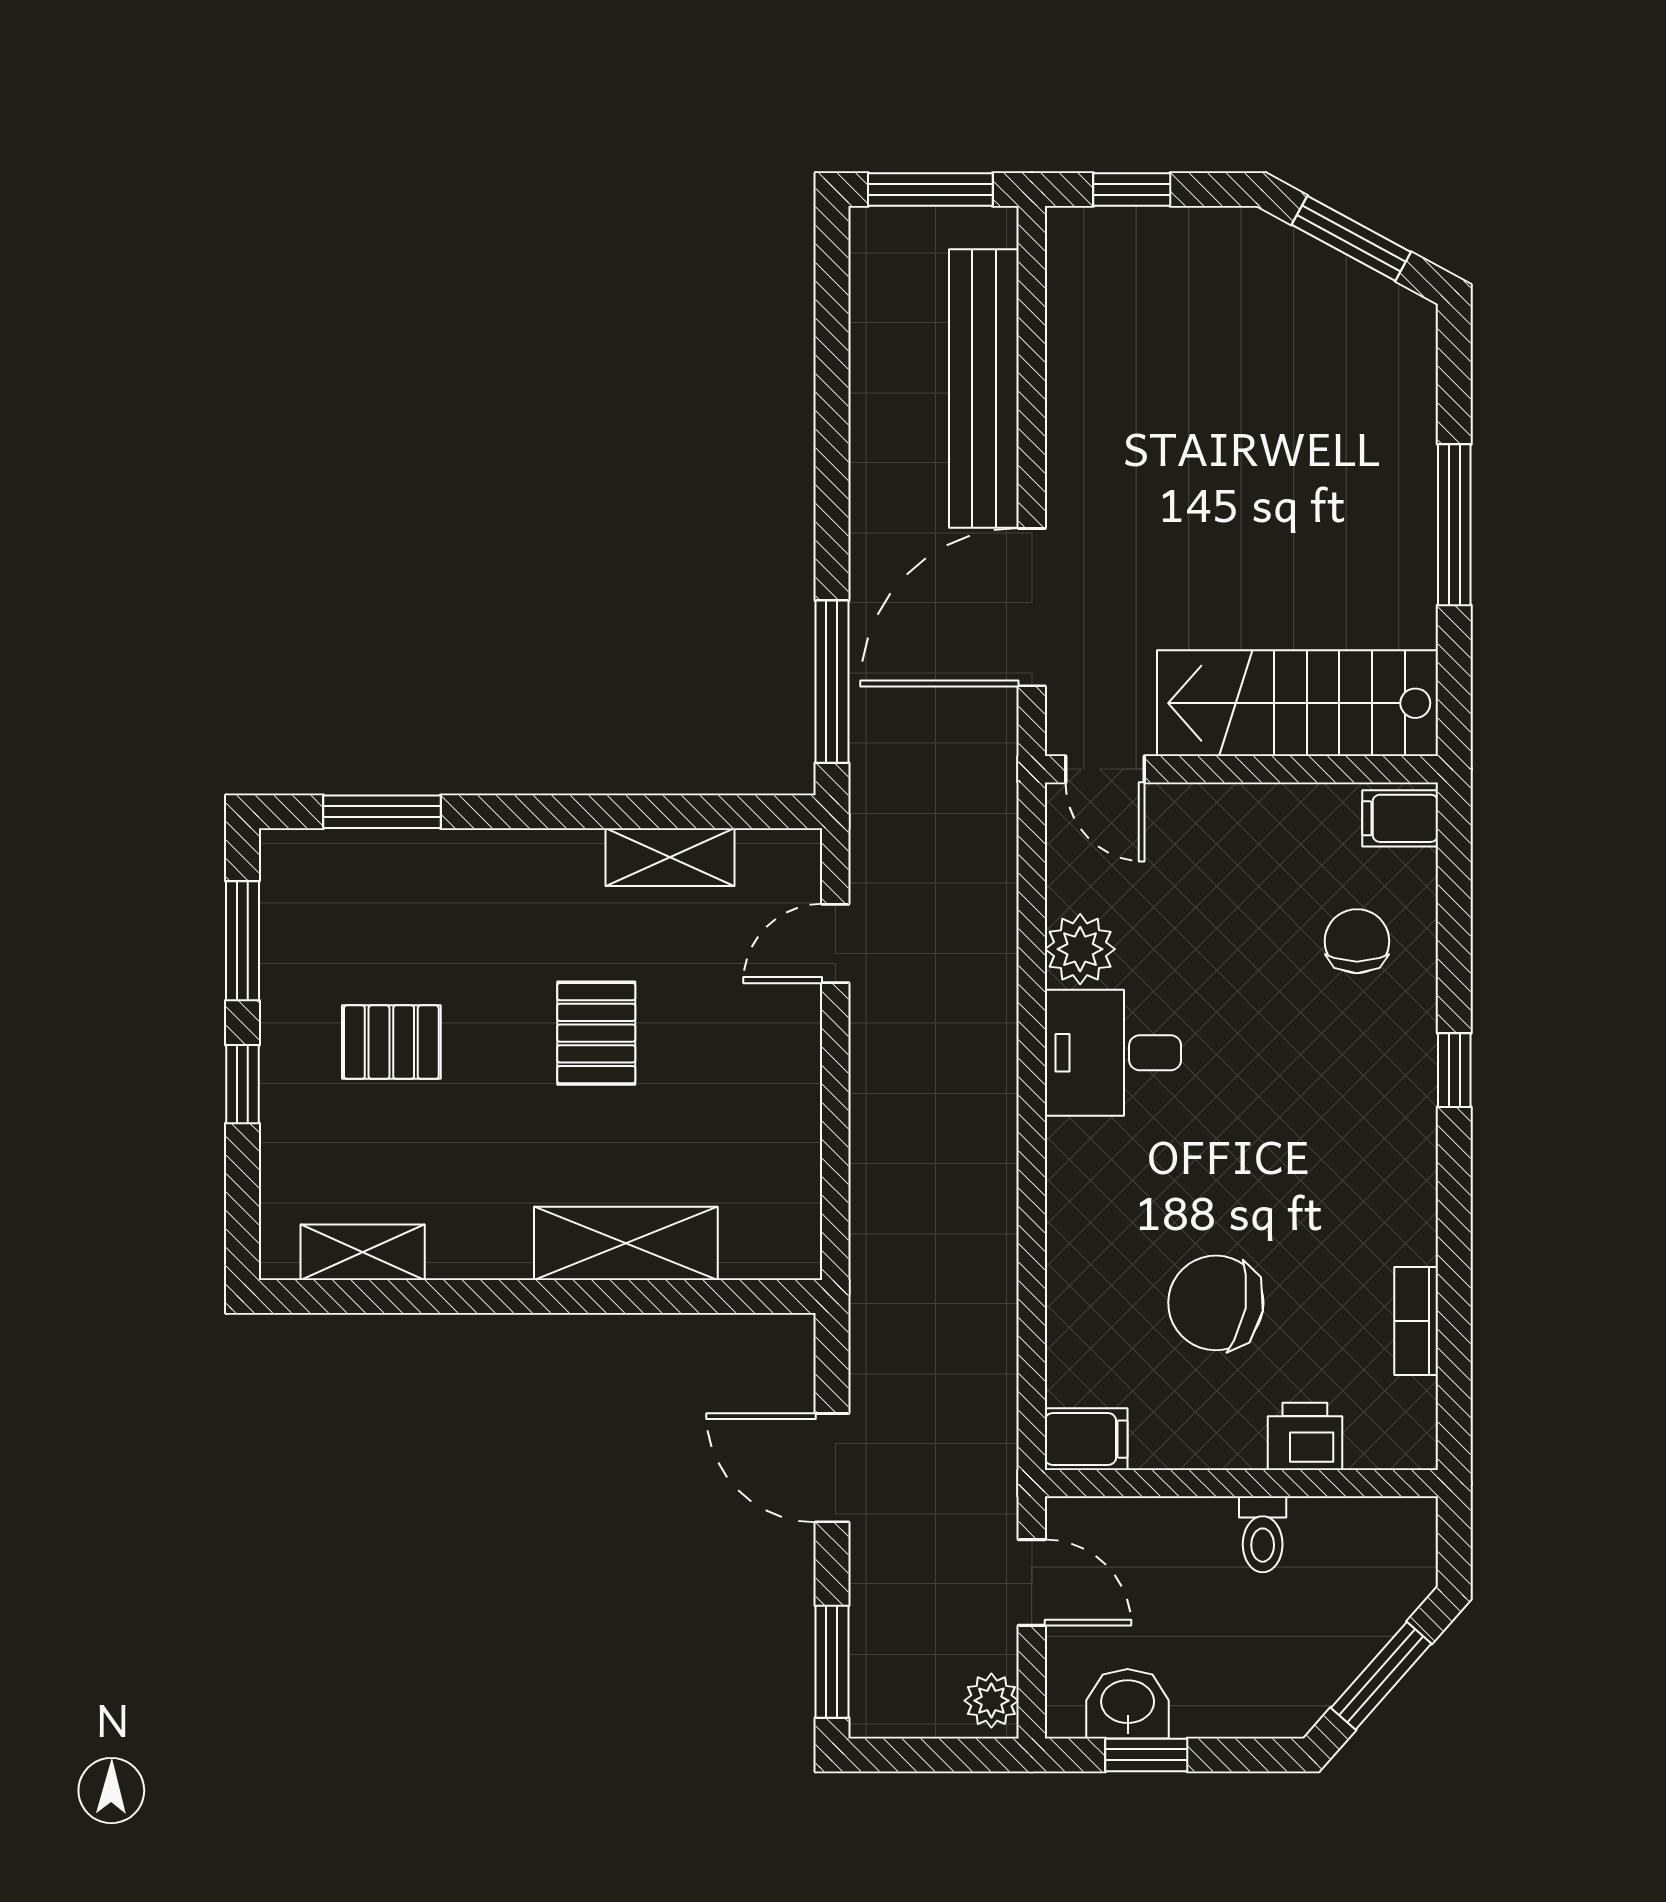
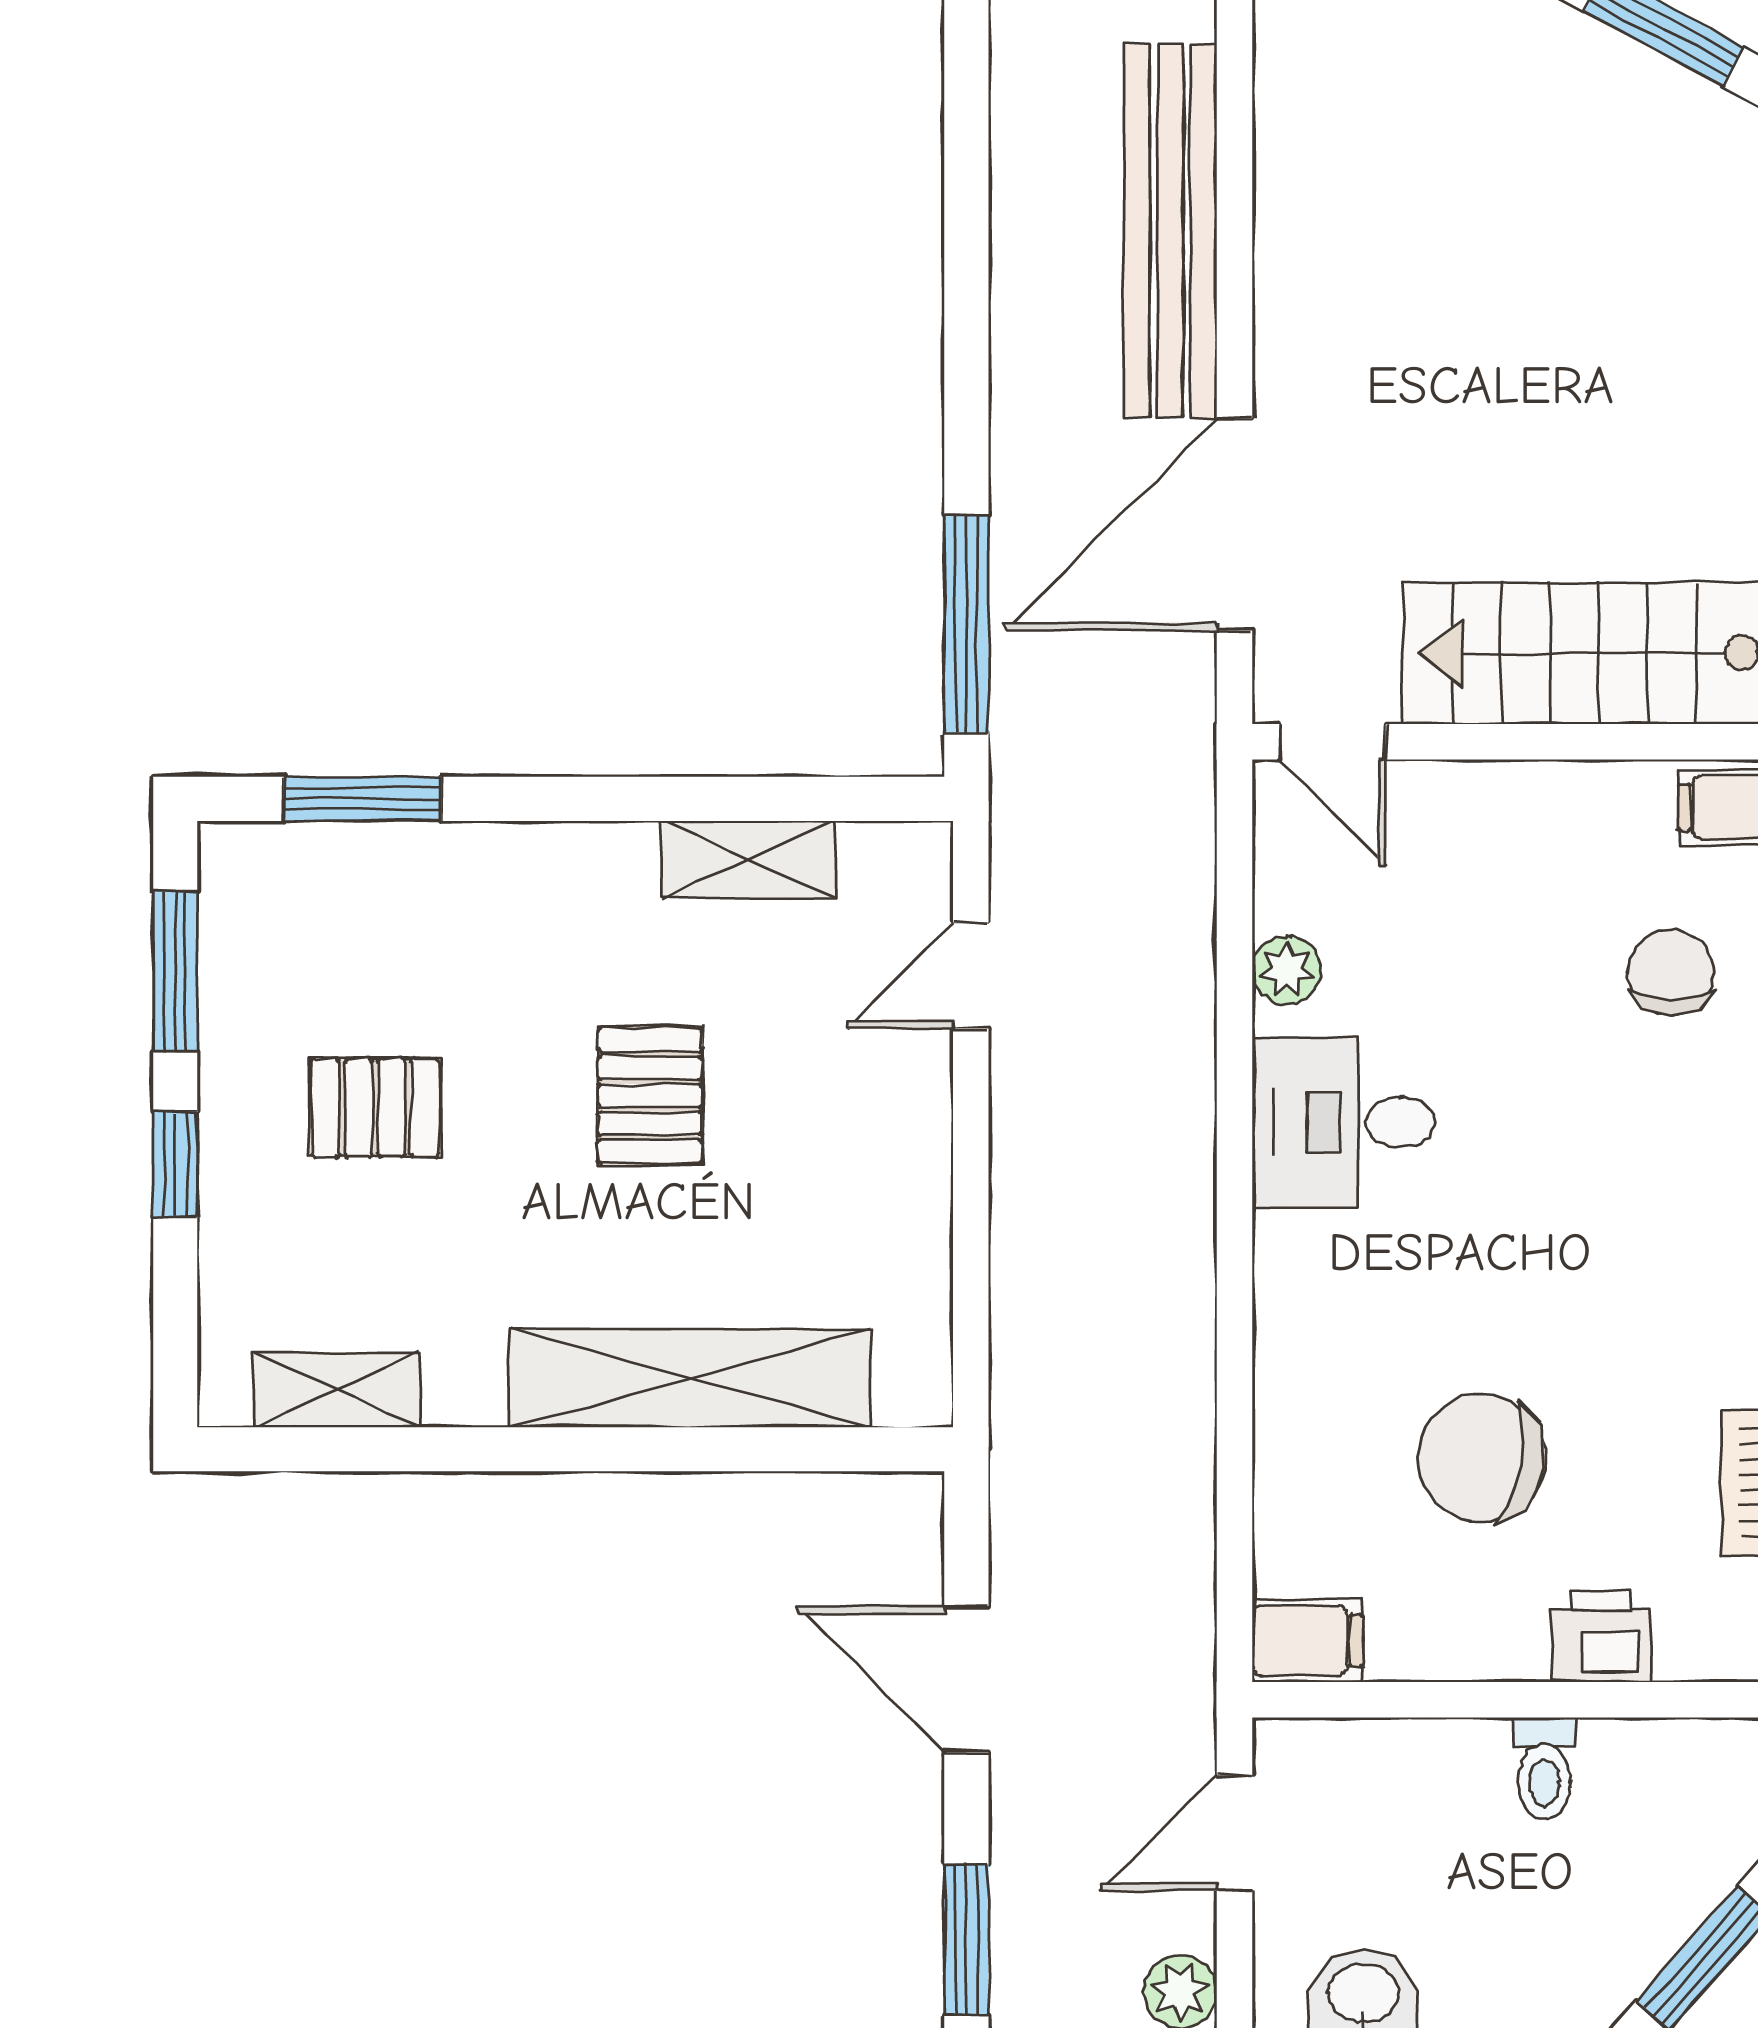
plant: (1080, 949) -> (1286, 970), width x0.73, depth x0.73
shelving: (626, 1243) -> (690, 1378), width x1.47
door: (1032, 1582) -> (1234, 1833), swing flipped

